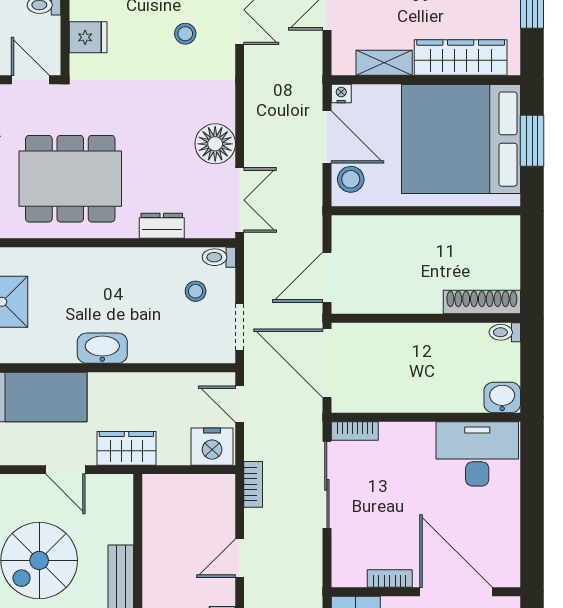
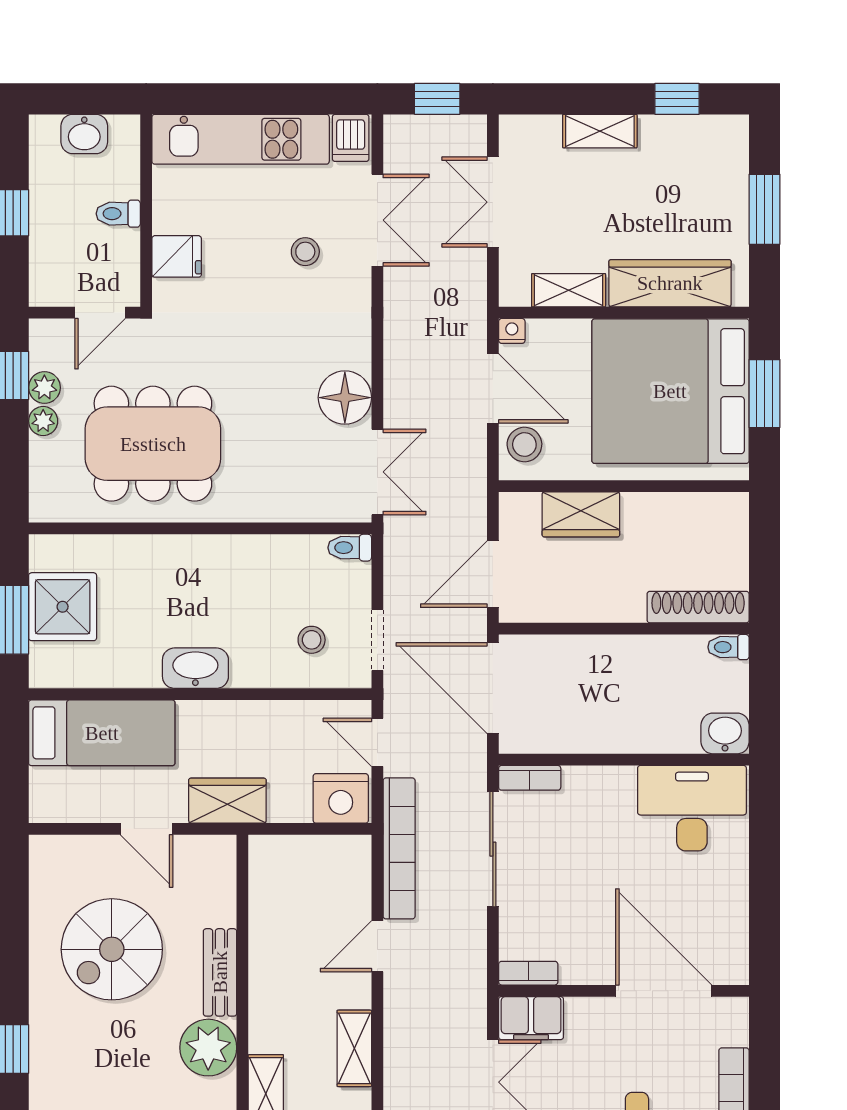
door: (30, 80) -> (100, 313), swing flipped
dresser: (162, 226) -> (274, 506), removed
wardrobe: (393, 232) -> (581, 514), added
stool: (196, 291) -> (312, 640), moved
bookcase: (253, 484) -> (399, 848), width x2.31, depth x1.31
bookcase: (390, 579) -> (528, 973), moved

